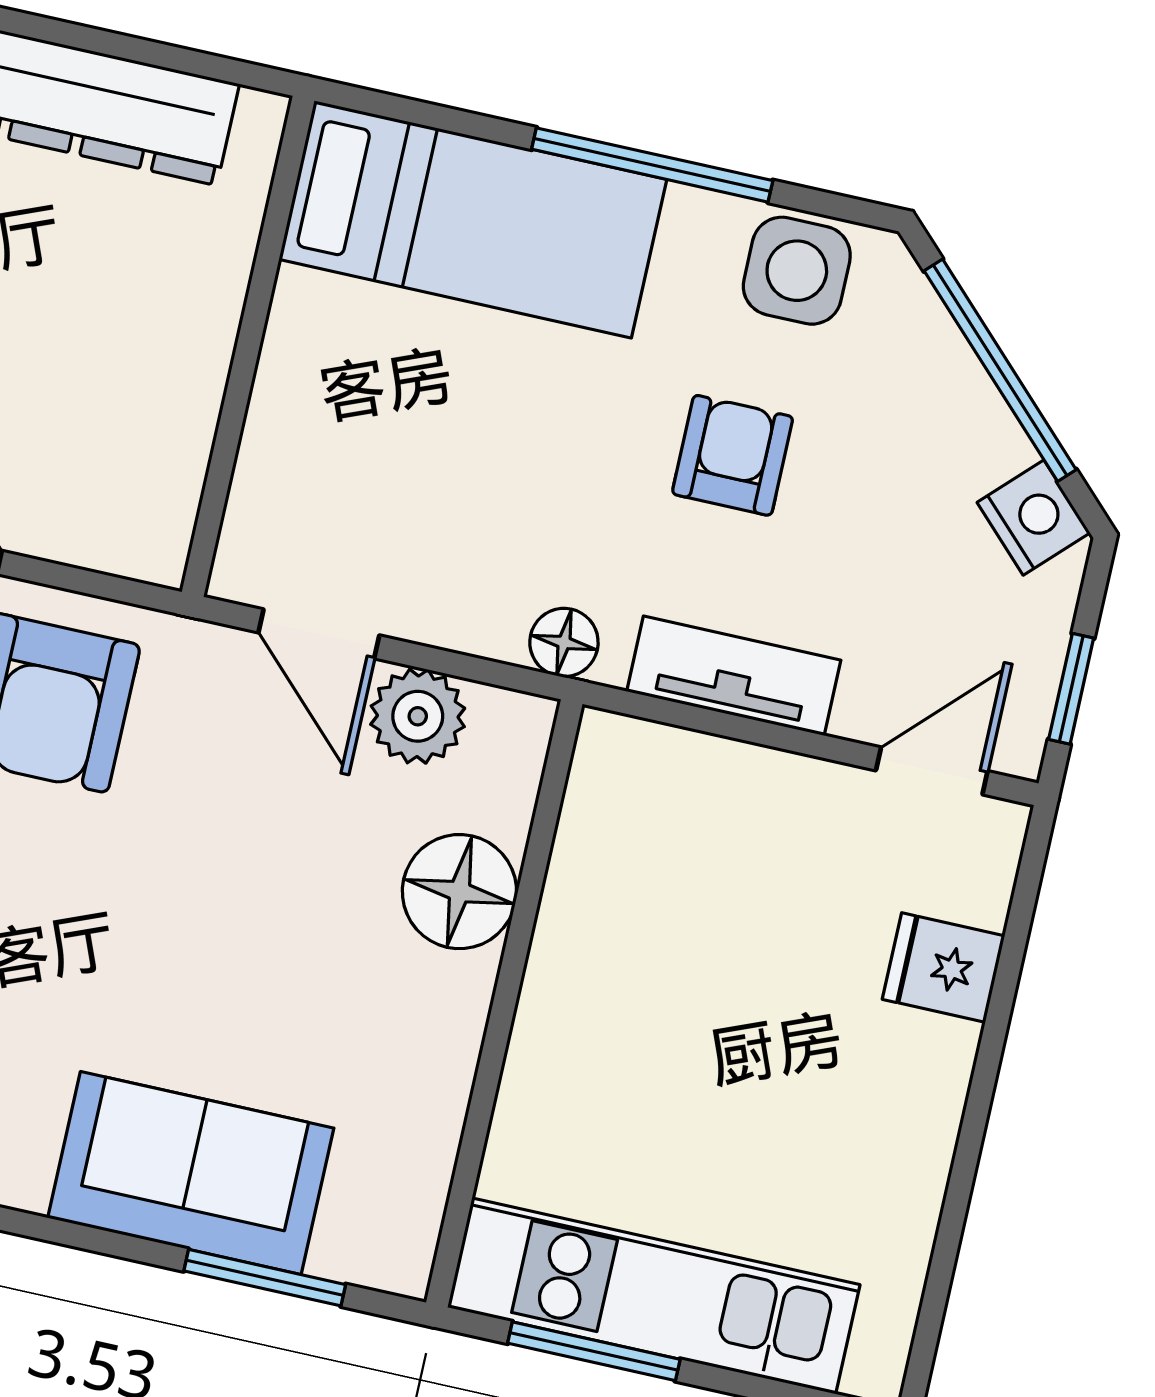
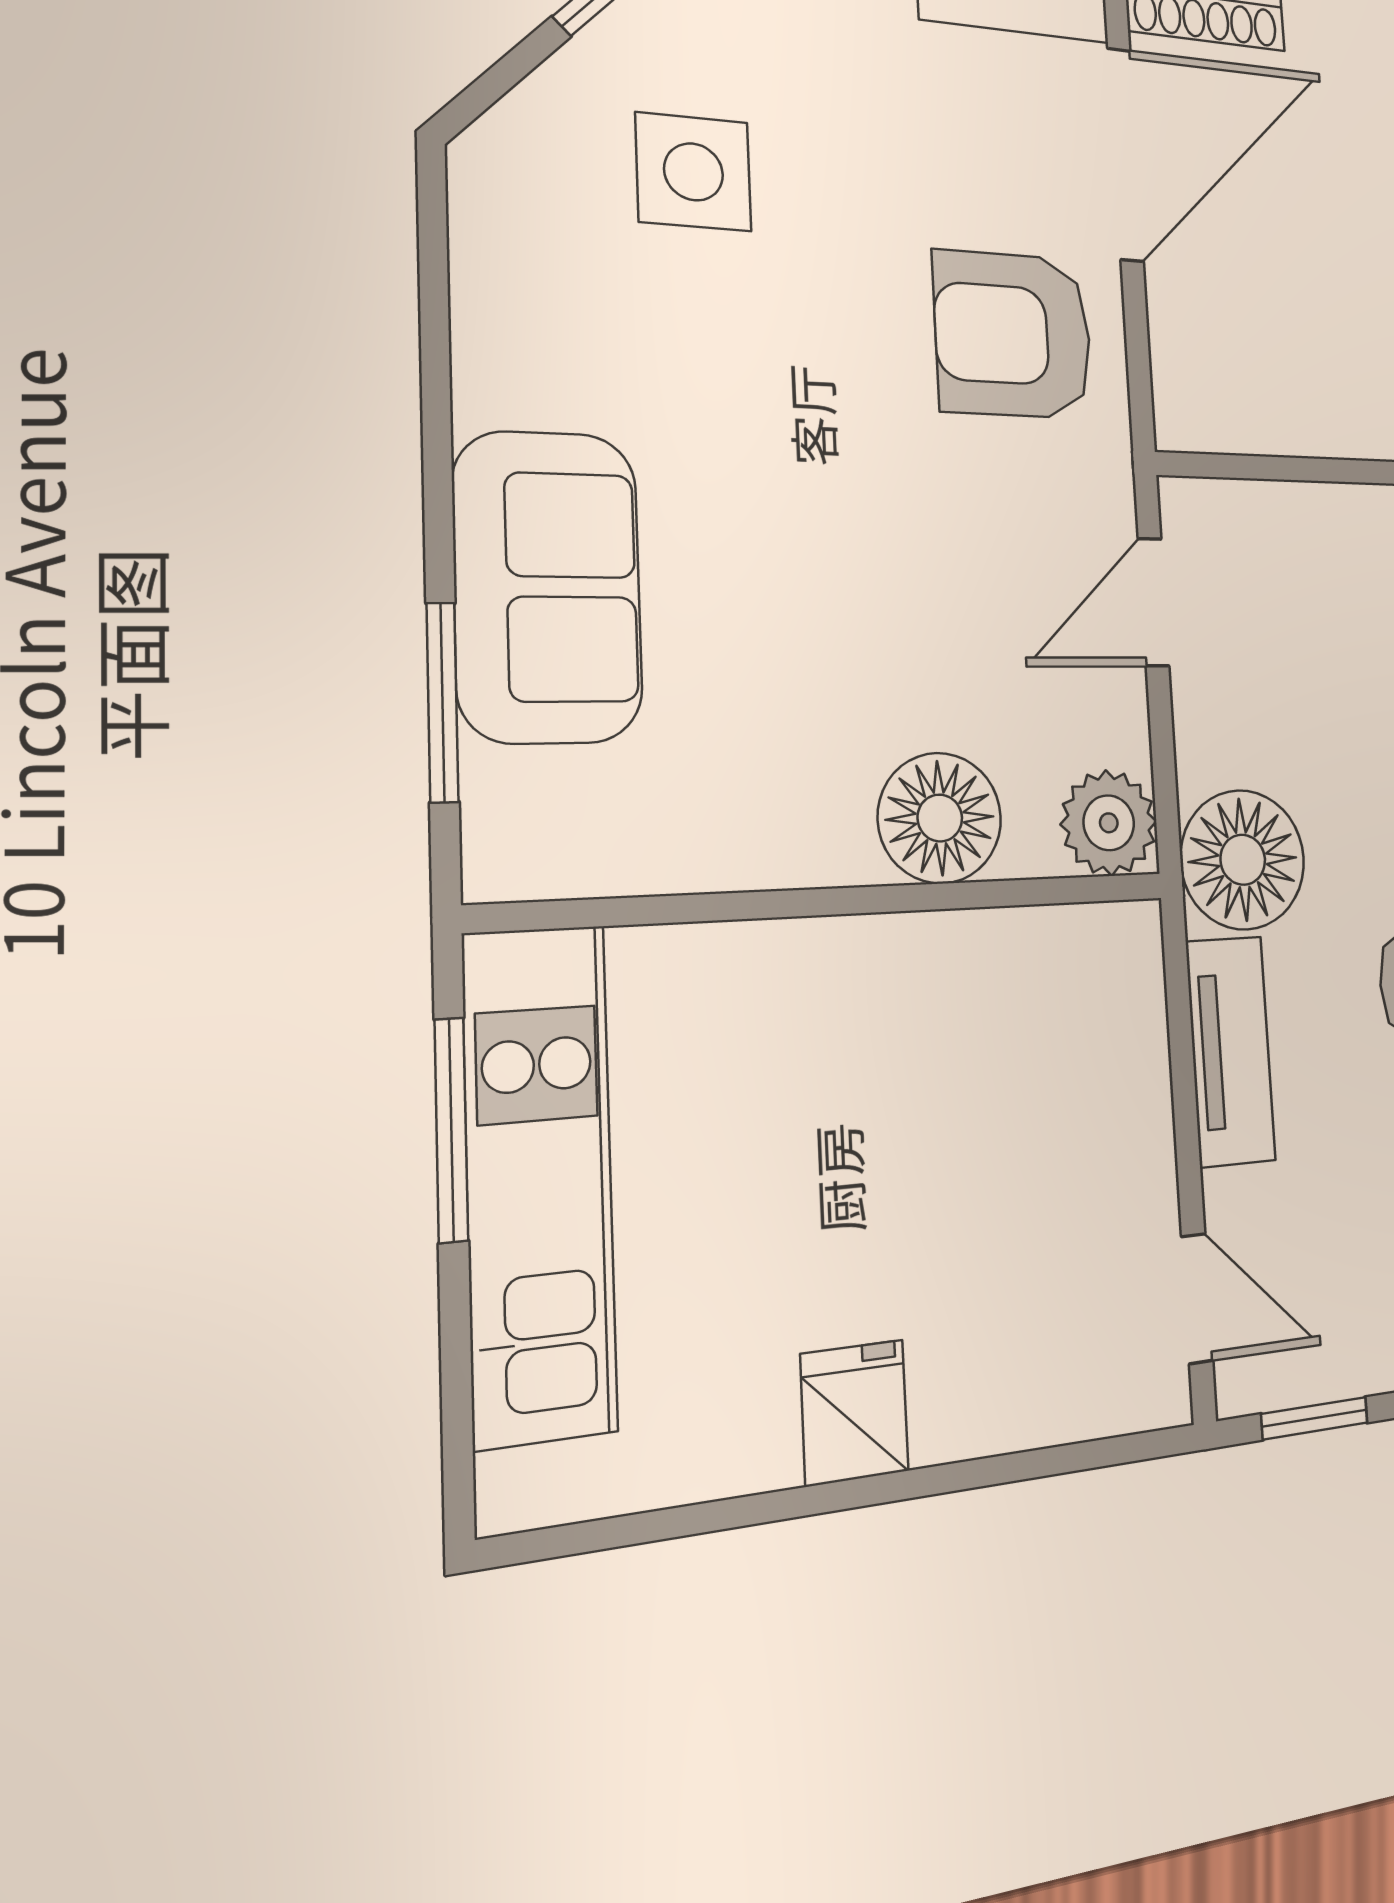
floor lamp: (564, 642) -> (1243, 860), width x1.89, depth x1.89
plant: (418, 716) -> (1109, 823), moved
fridge: (943, 968) -> (854, 1413), moved

